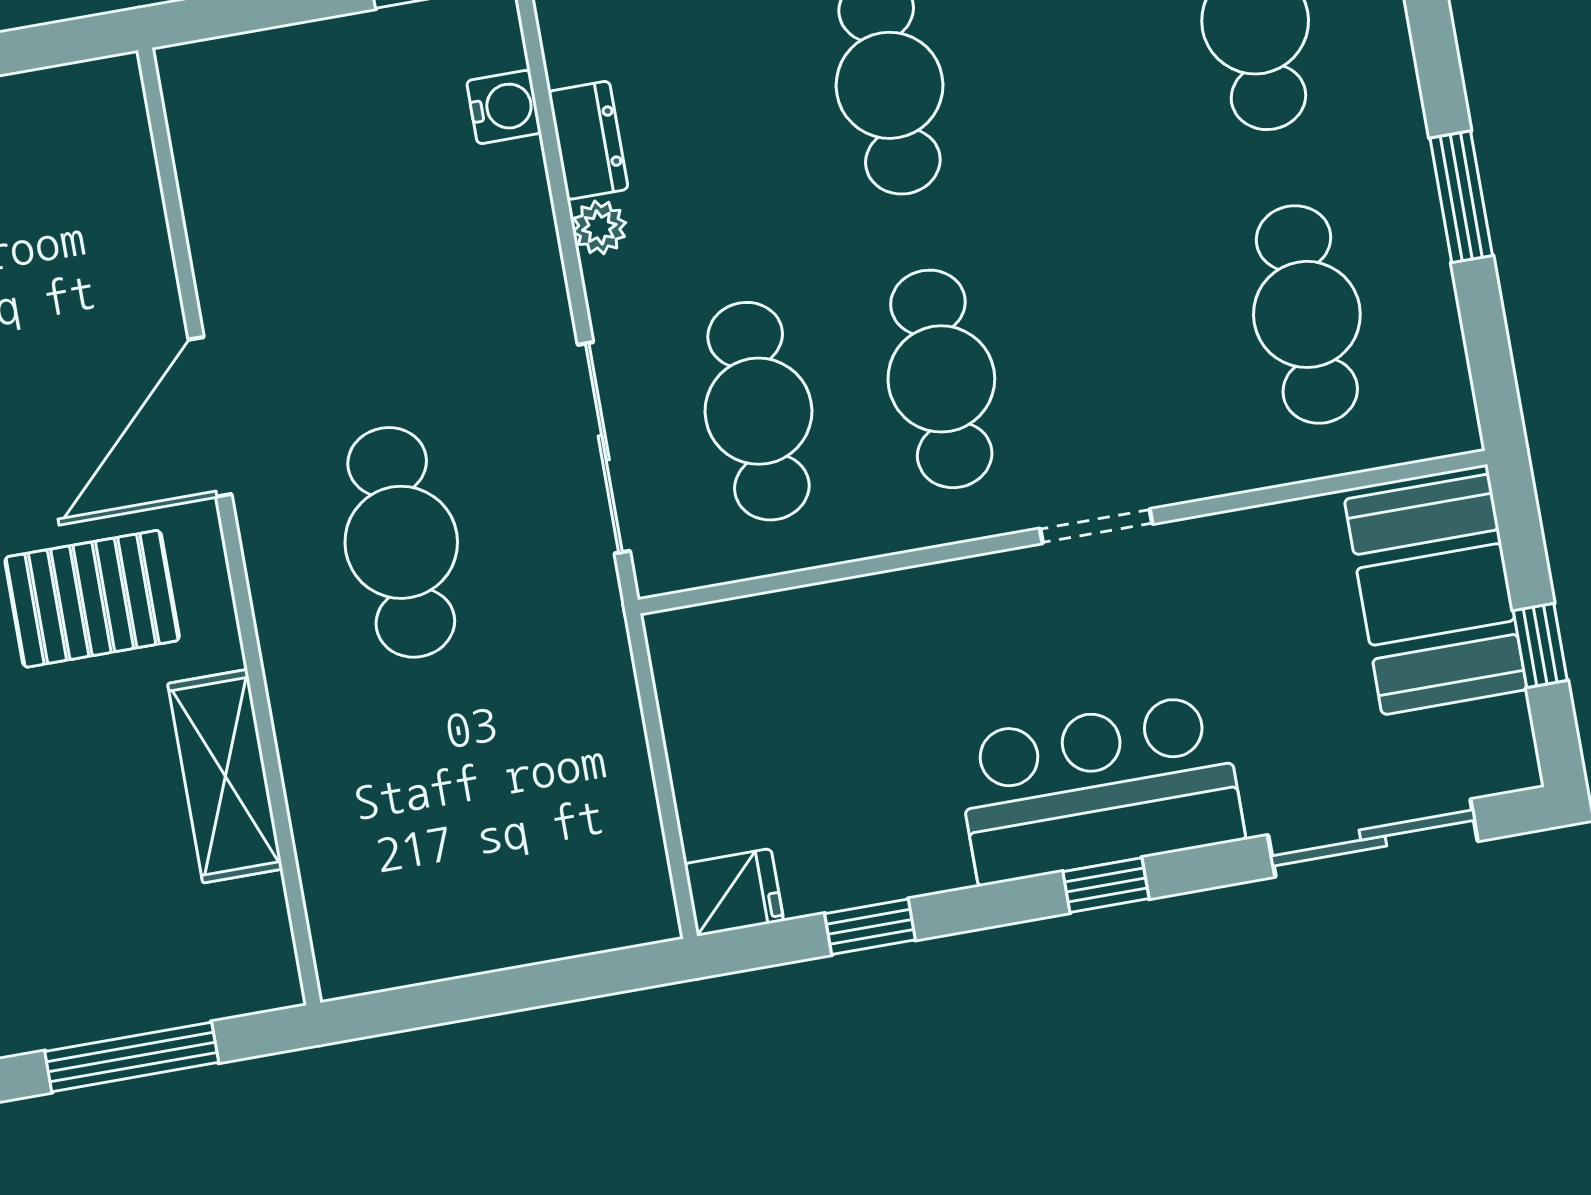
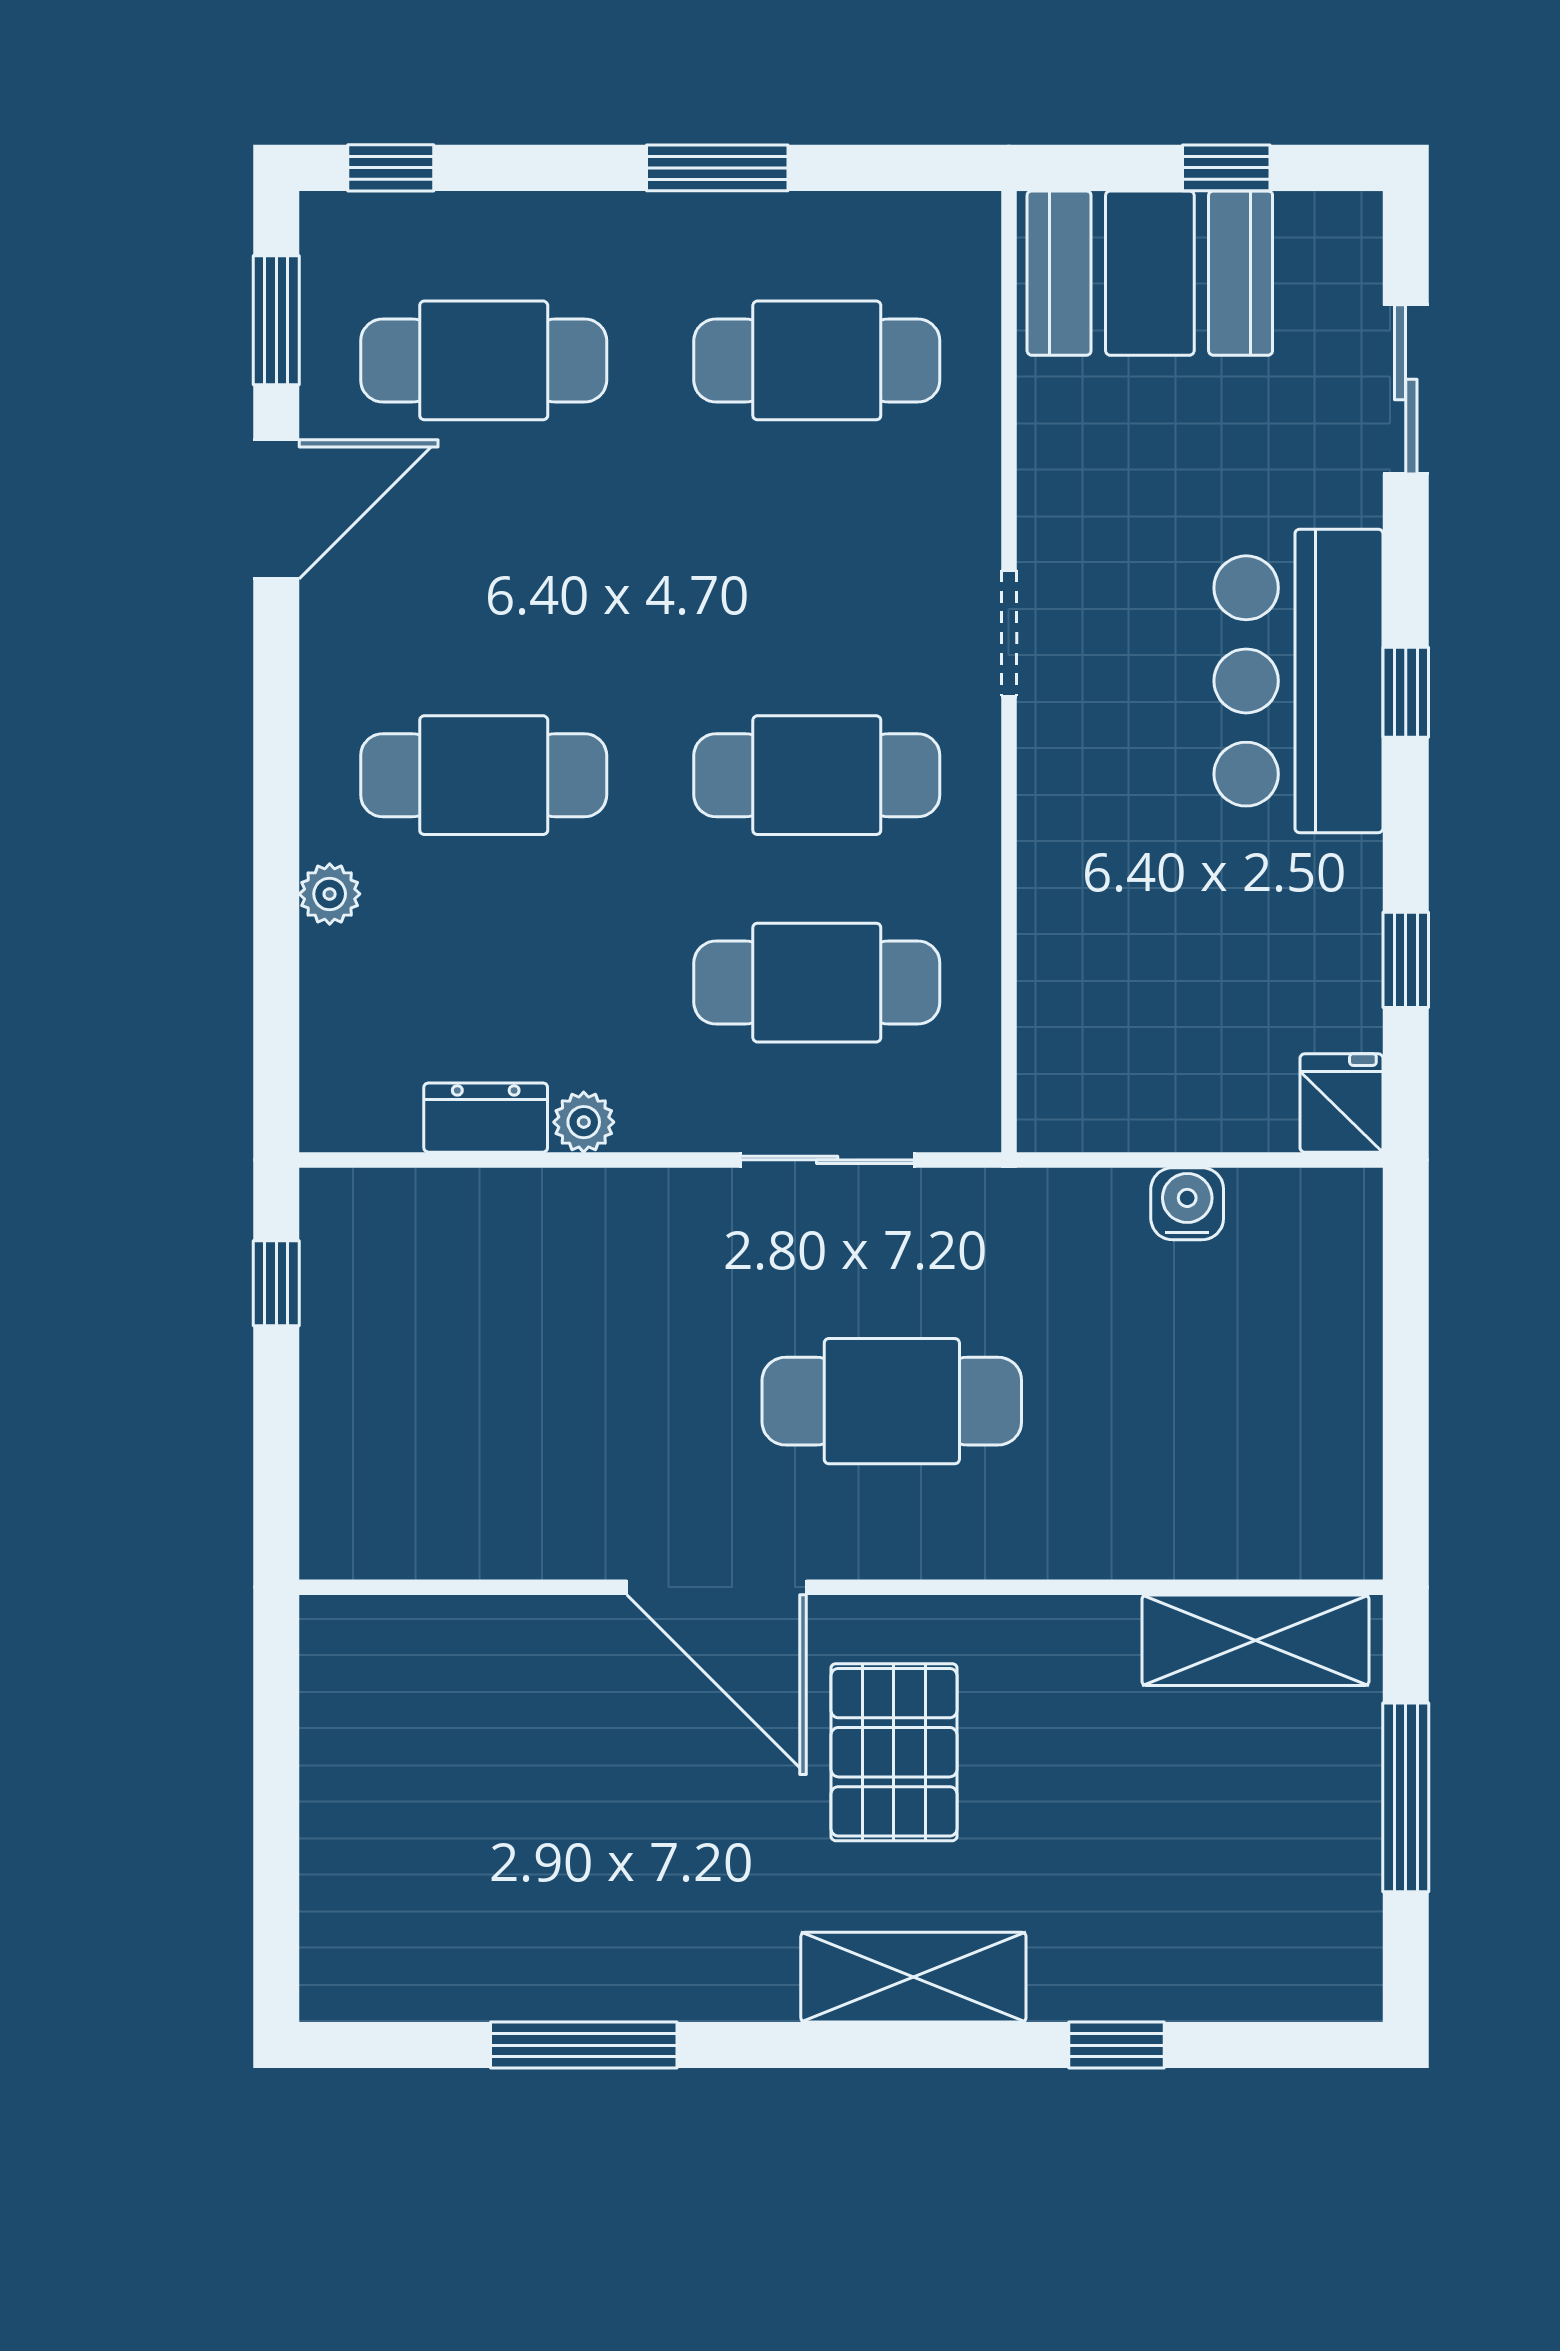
water cooler: (504, 107) -> (1187, 1204), moved
sliding door: (604, 448) -> (827, 1160), width x0.73
shelving: (225, 776) -> (1255, 1640), moved
sliding door: (1373, 838) -> (1406, 389), width x0.73

